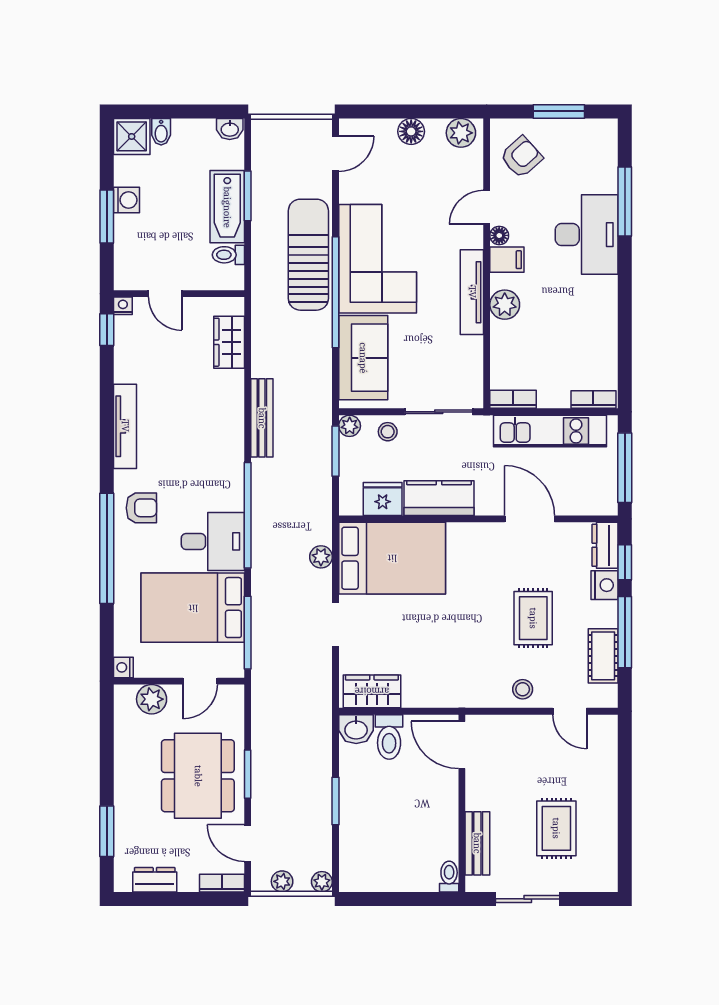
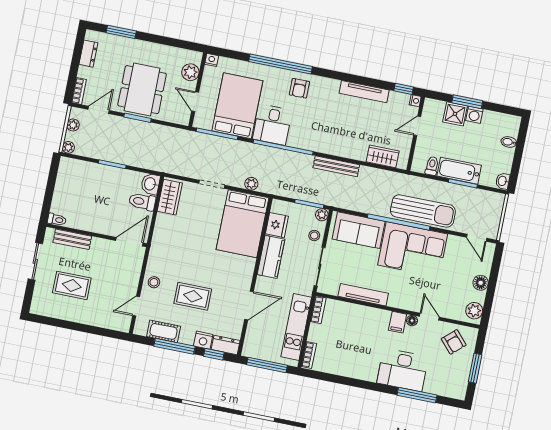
shower: (132, 136) -> (455, 114), moved
tv unit: (472, 292) -> (363, 295), moved
plant: (505, 305) -> (373, 316), removed
tv unit: (125, 426) -> (364, 92), moved
dining table: (198, 776) -> (142, 90), turned 90

